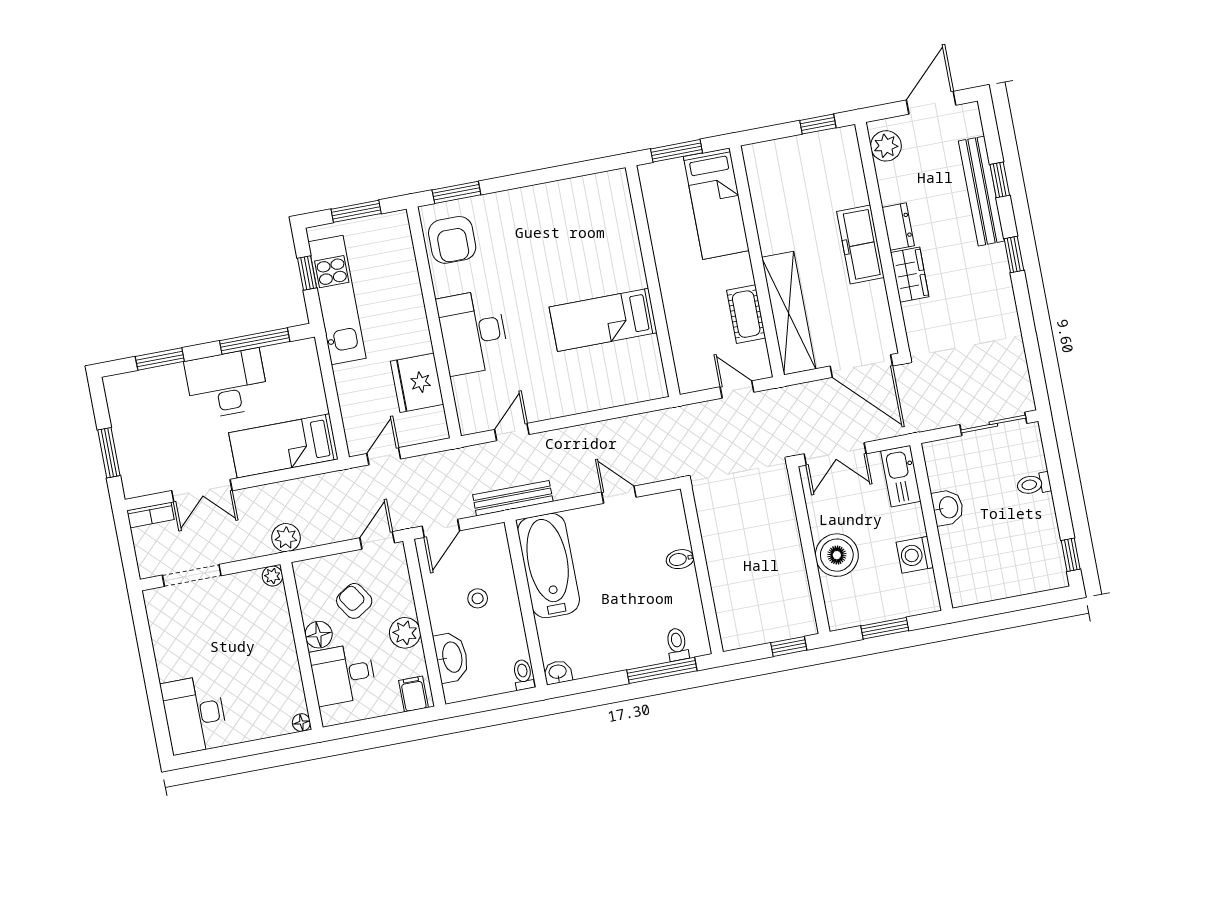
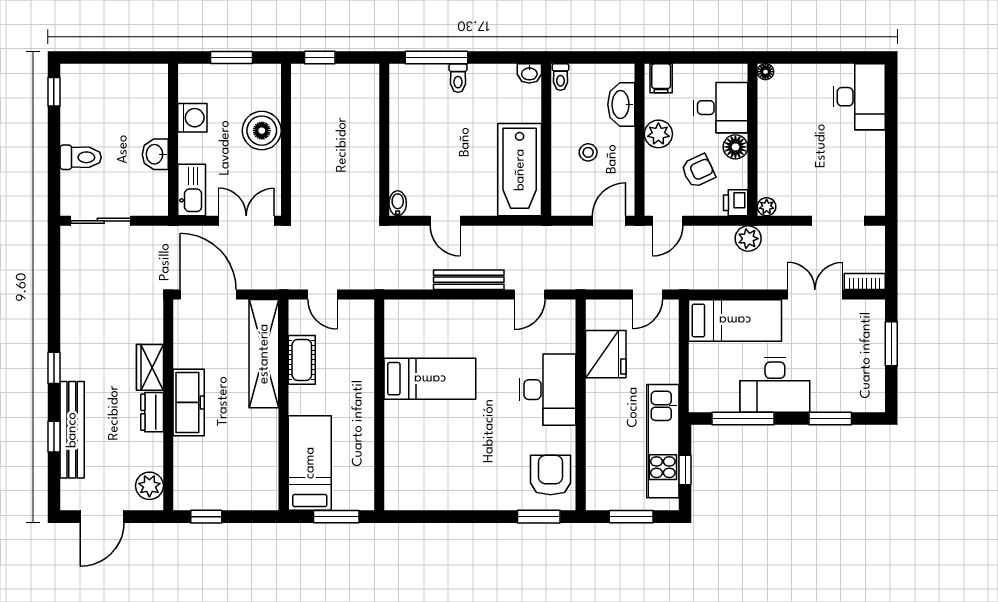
toilet: (1034, 484) -> (81, 157), width x1.37, depth x1.39
bench: (513, 498) -> (469, 280), moved
bidet: (680, 559) -> (398, 203), moved, turned -90
printer: (307, 574) -> (736, 203), added
armchair: (354, 601) -> (698, 171), turned -82
toilet: (677, 644) -> (458, 78), moved

